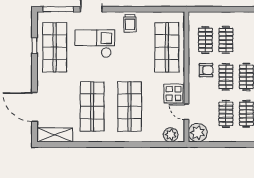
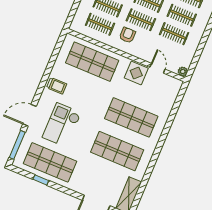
door: (186, 112) -> (157, 68), swing flipped
plant: (198, 133) -> (183, 72), width x0.53, depth x0.53
plant: (171, 135) -> (172, 91), removed

